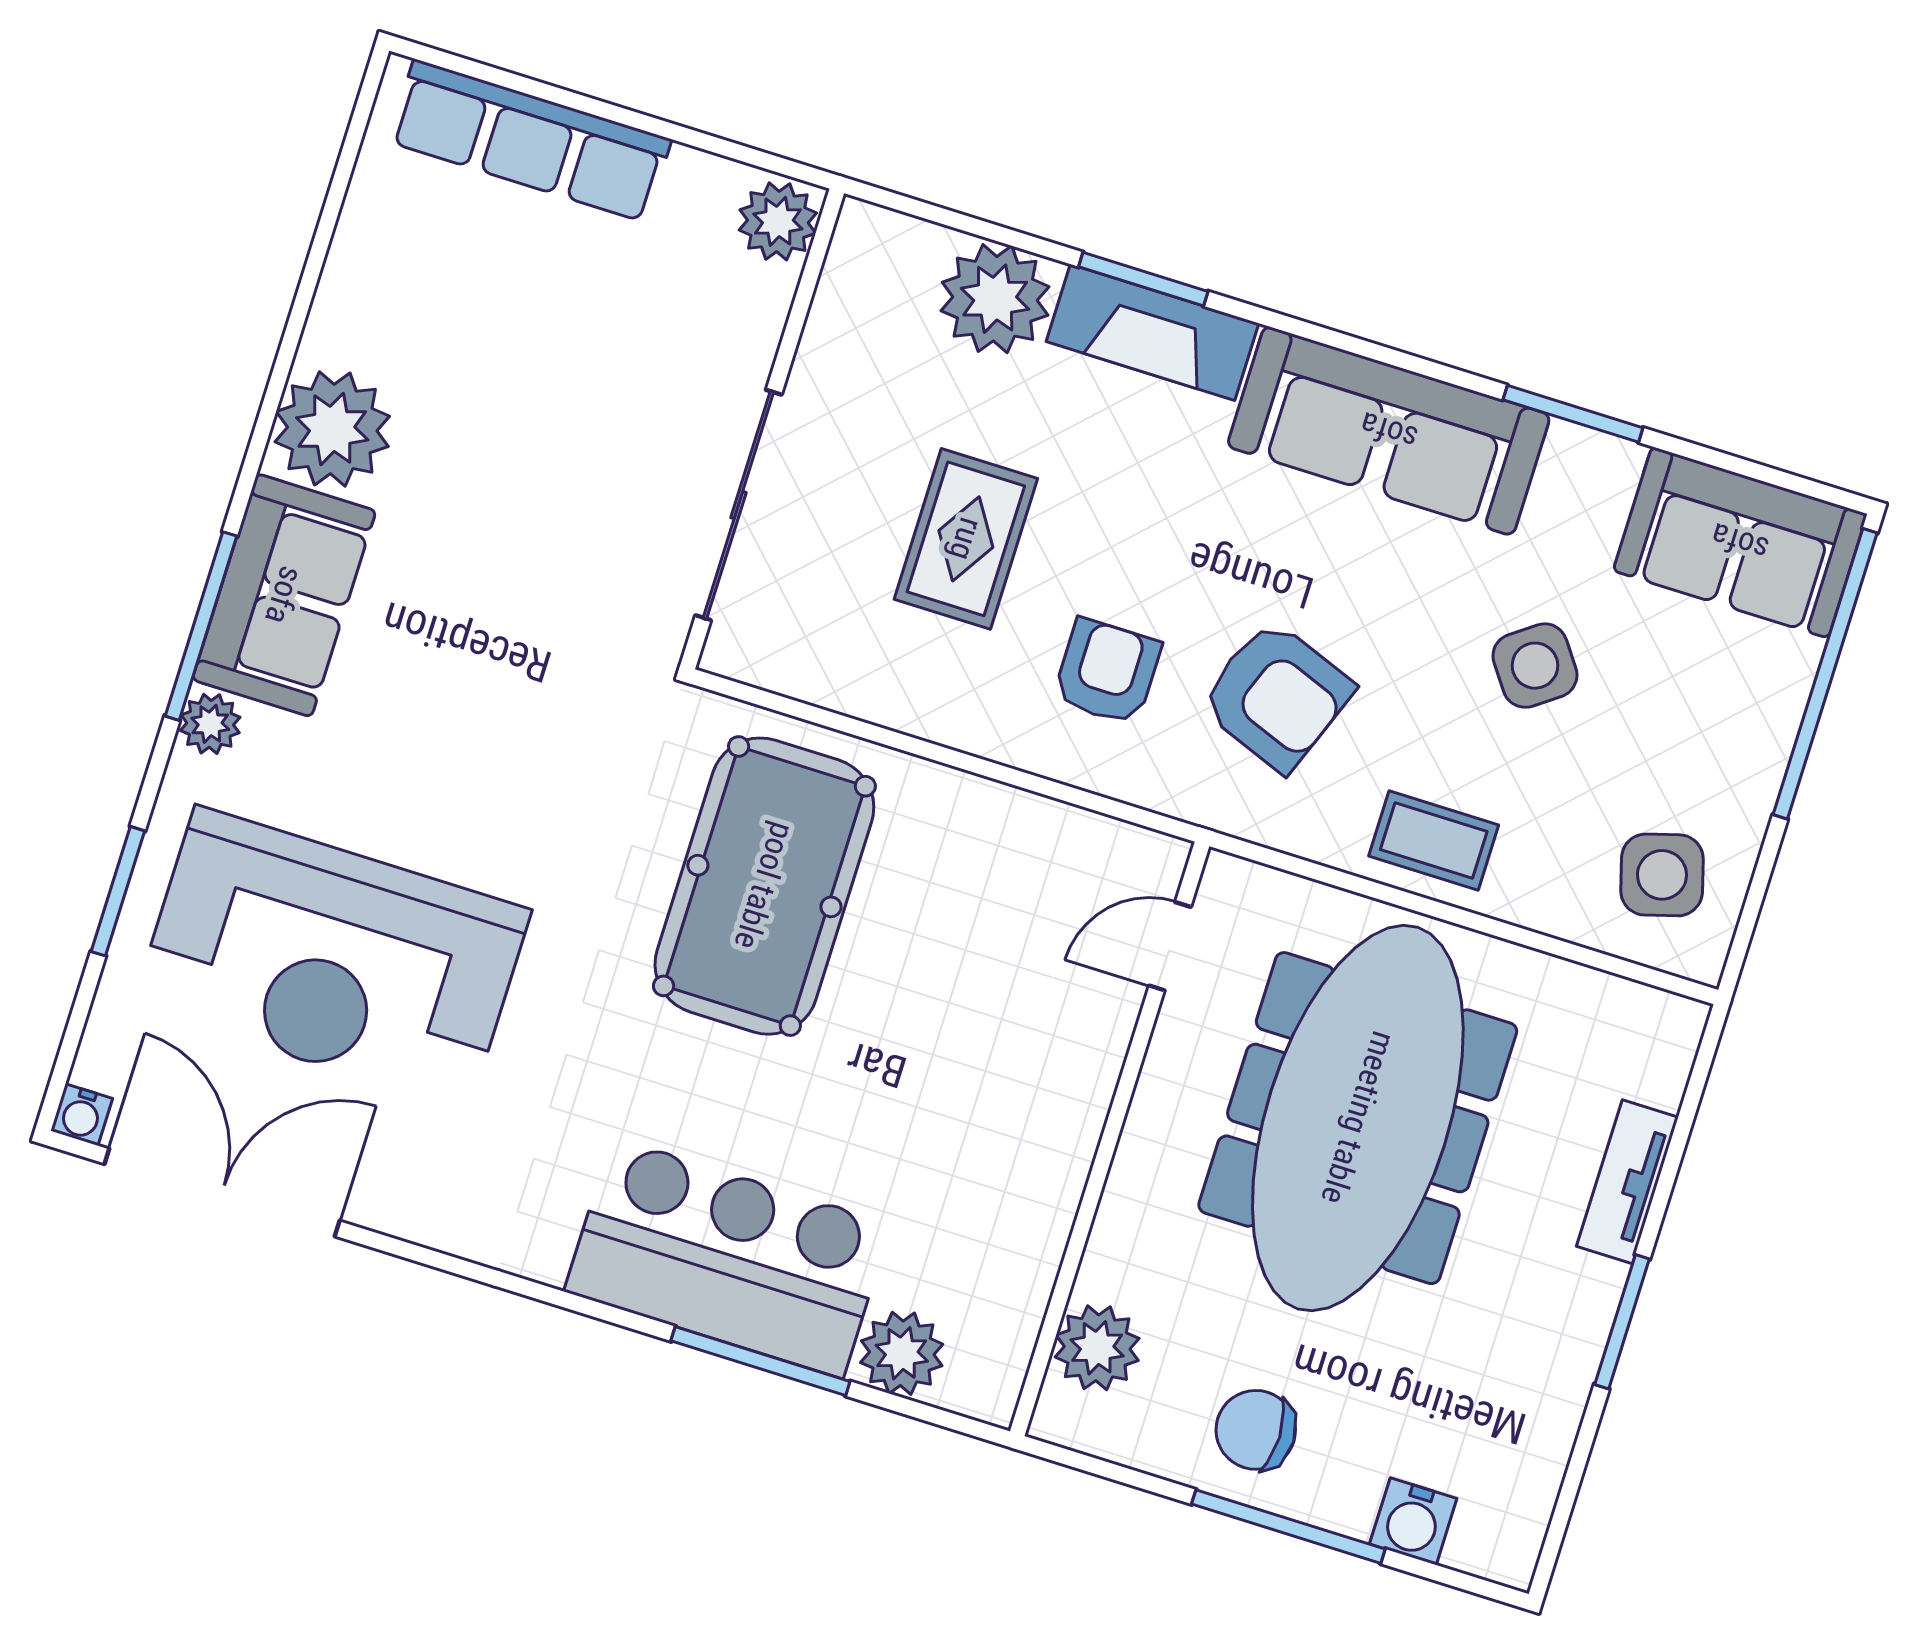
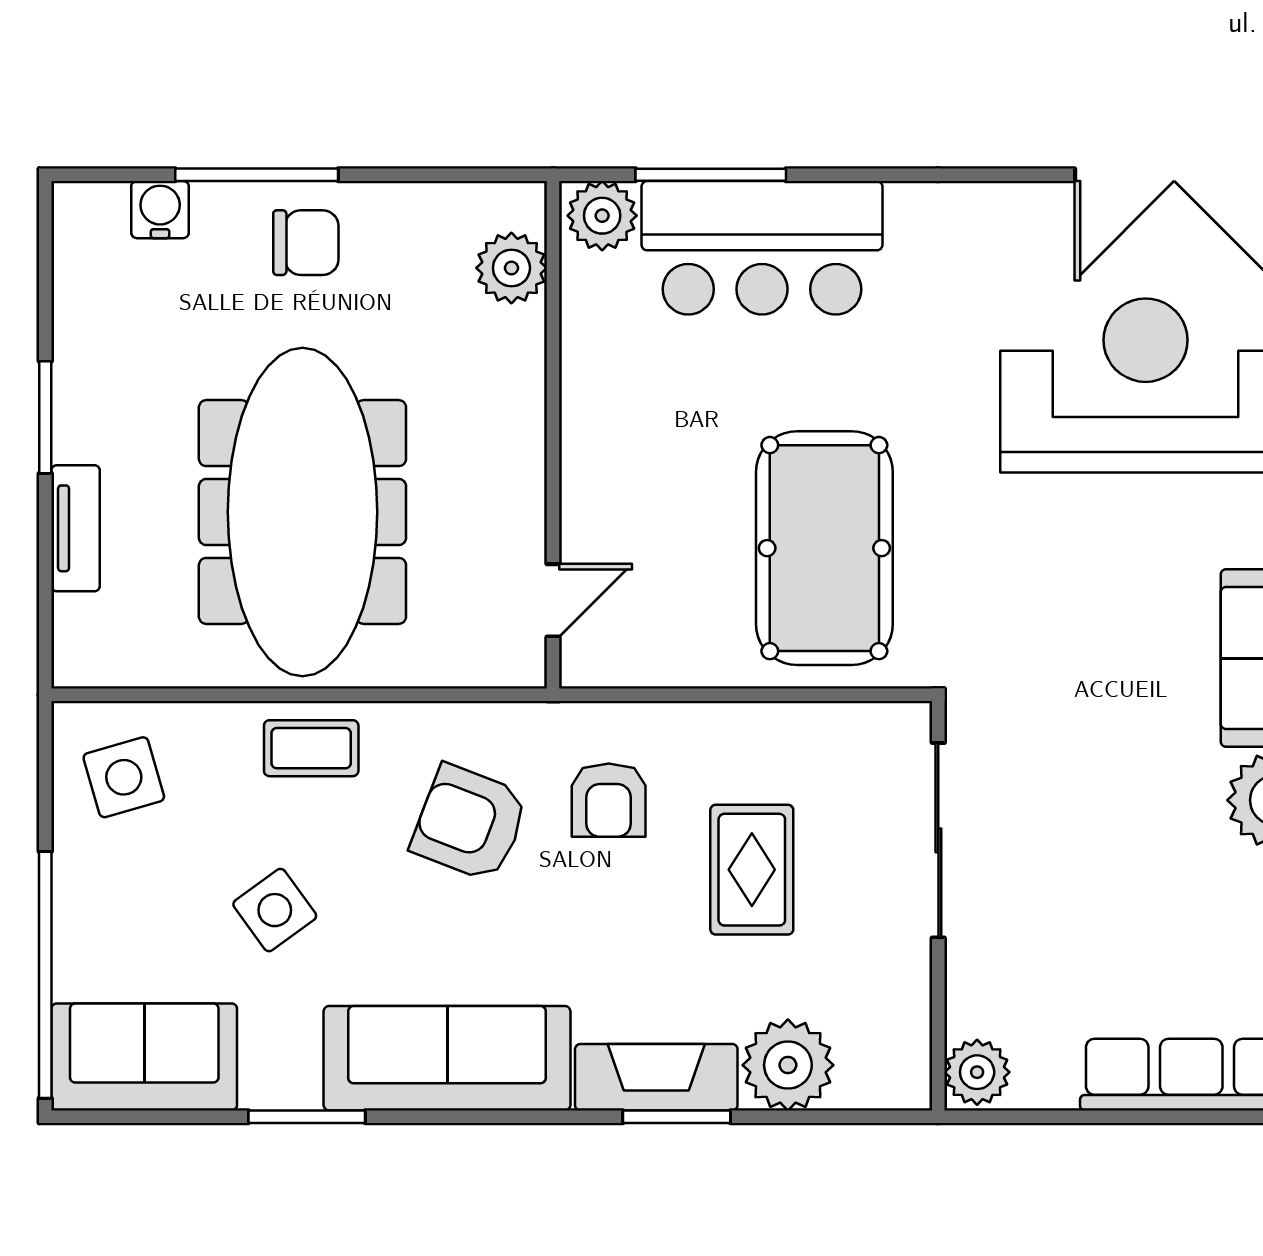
door: (1170, 946) -> (553, 600), moved
wall: (1110, 1139) -> (553, 435), moved
plant: (1097, 1348) -> (511, 268), moved

